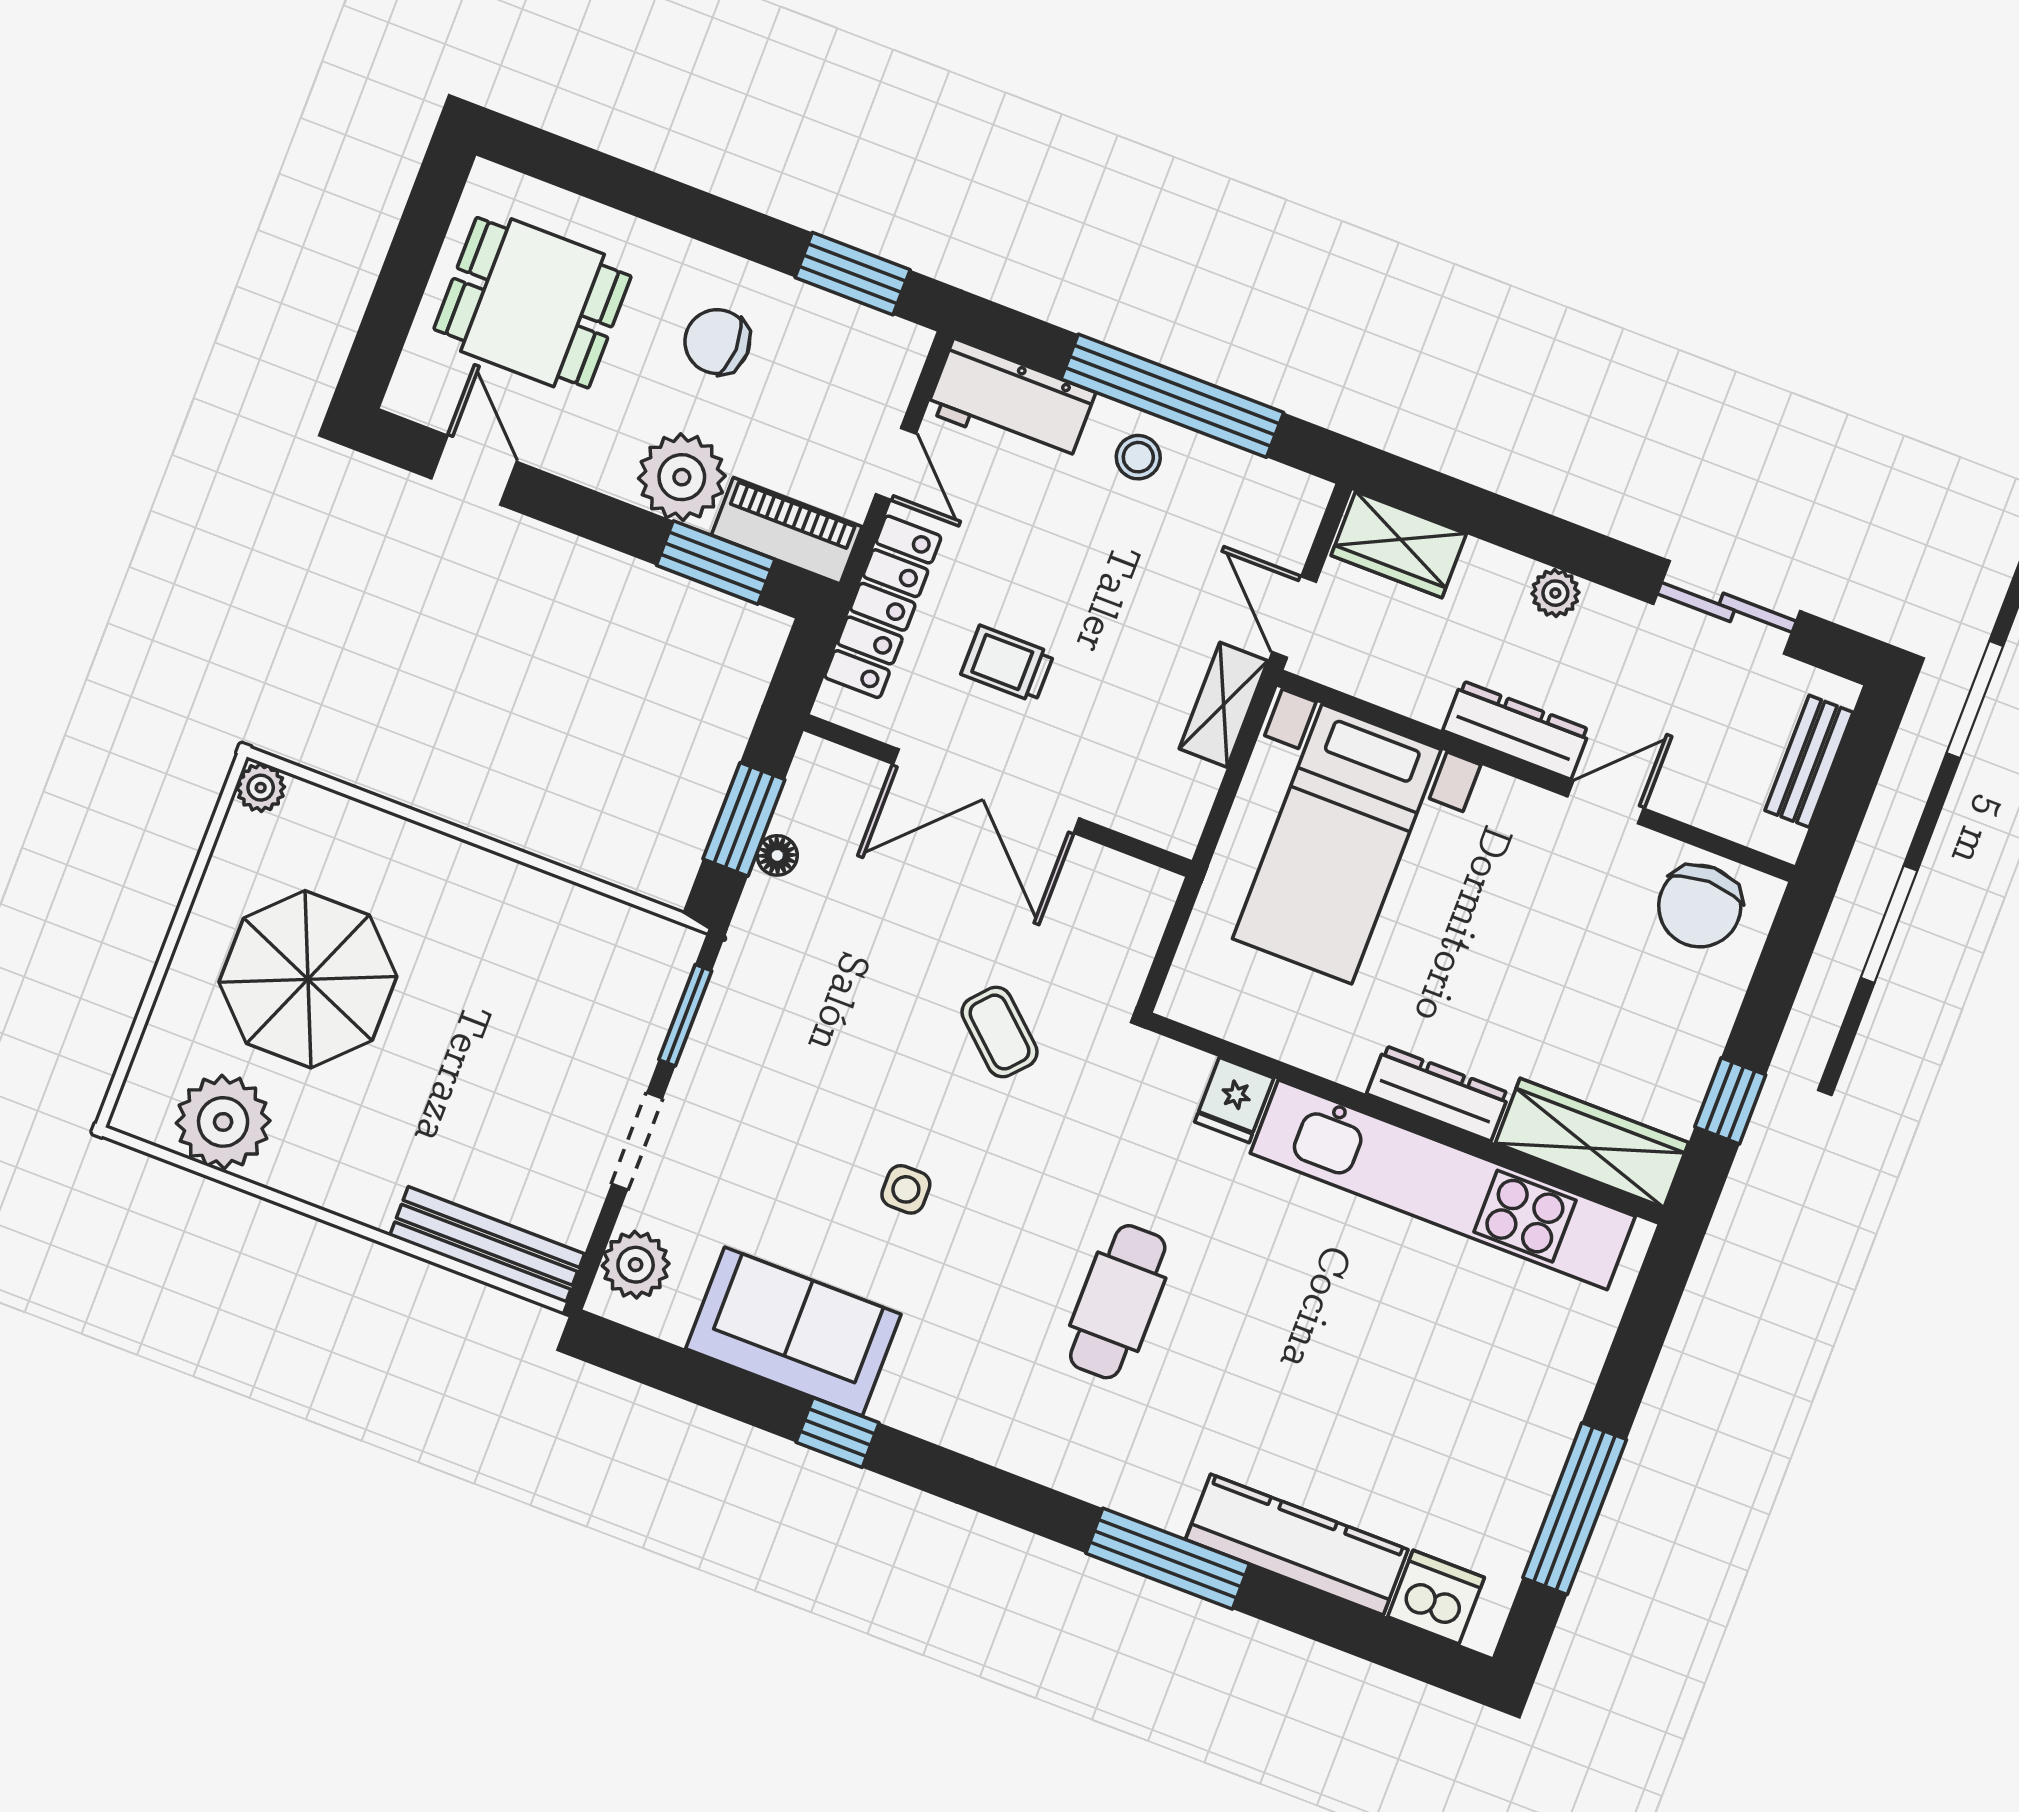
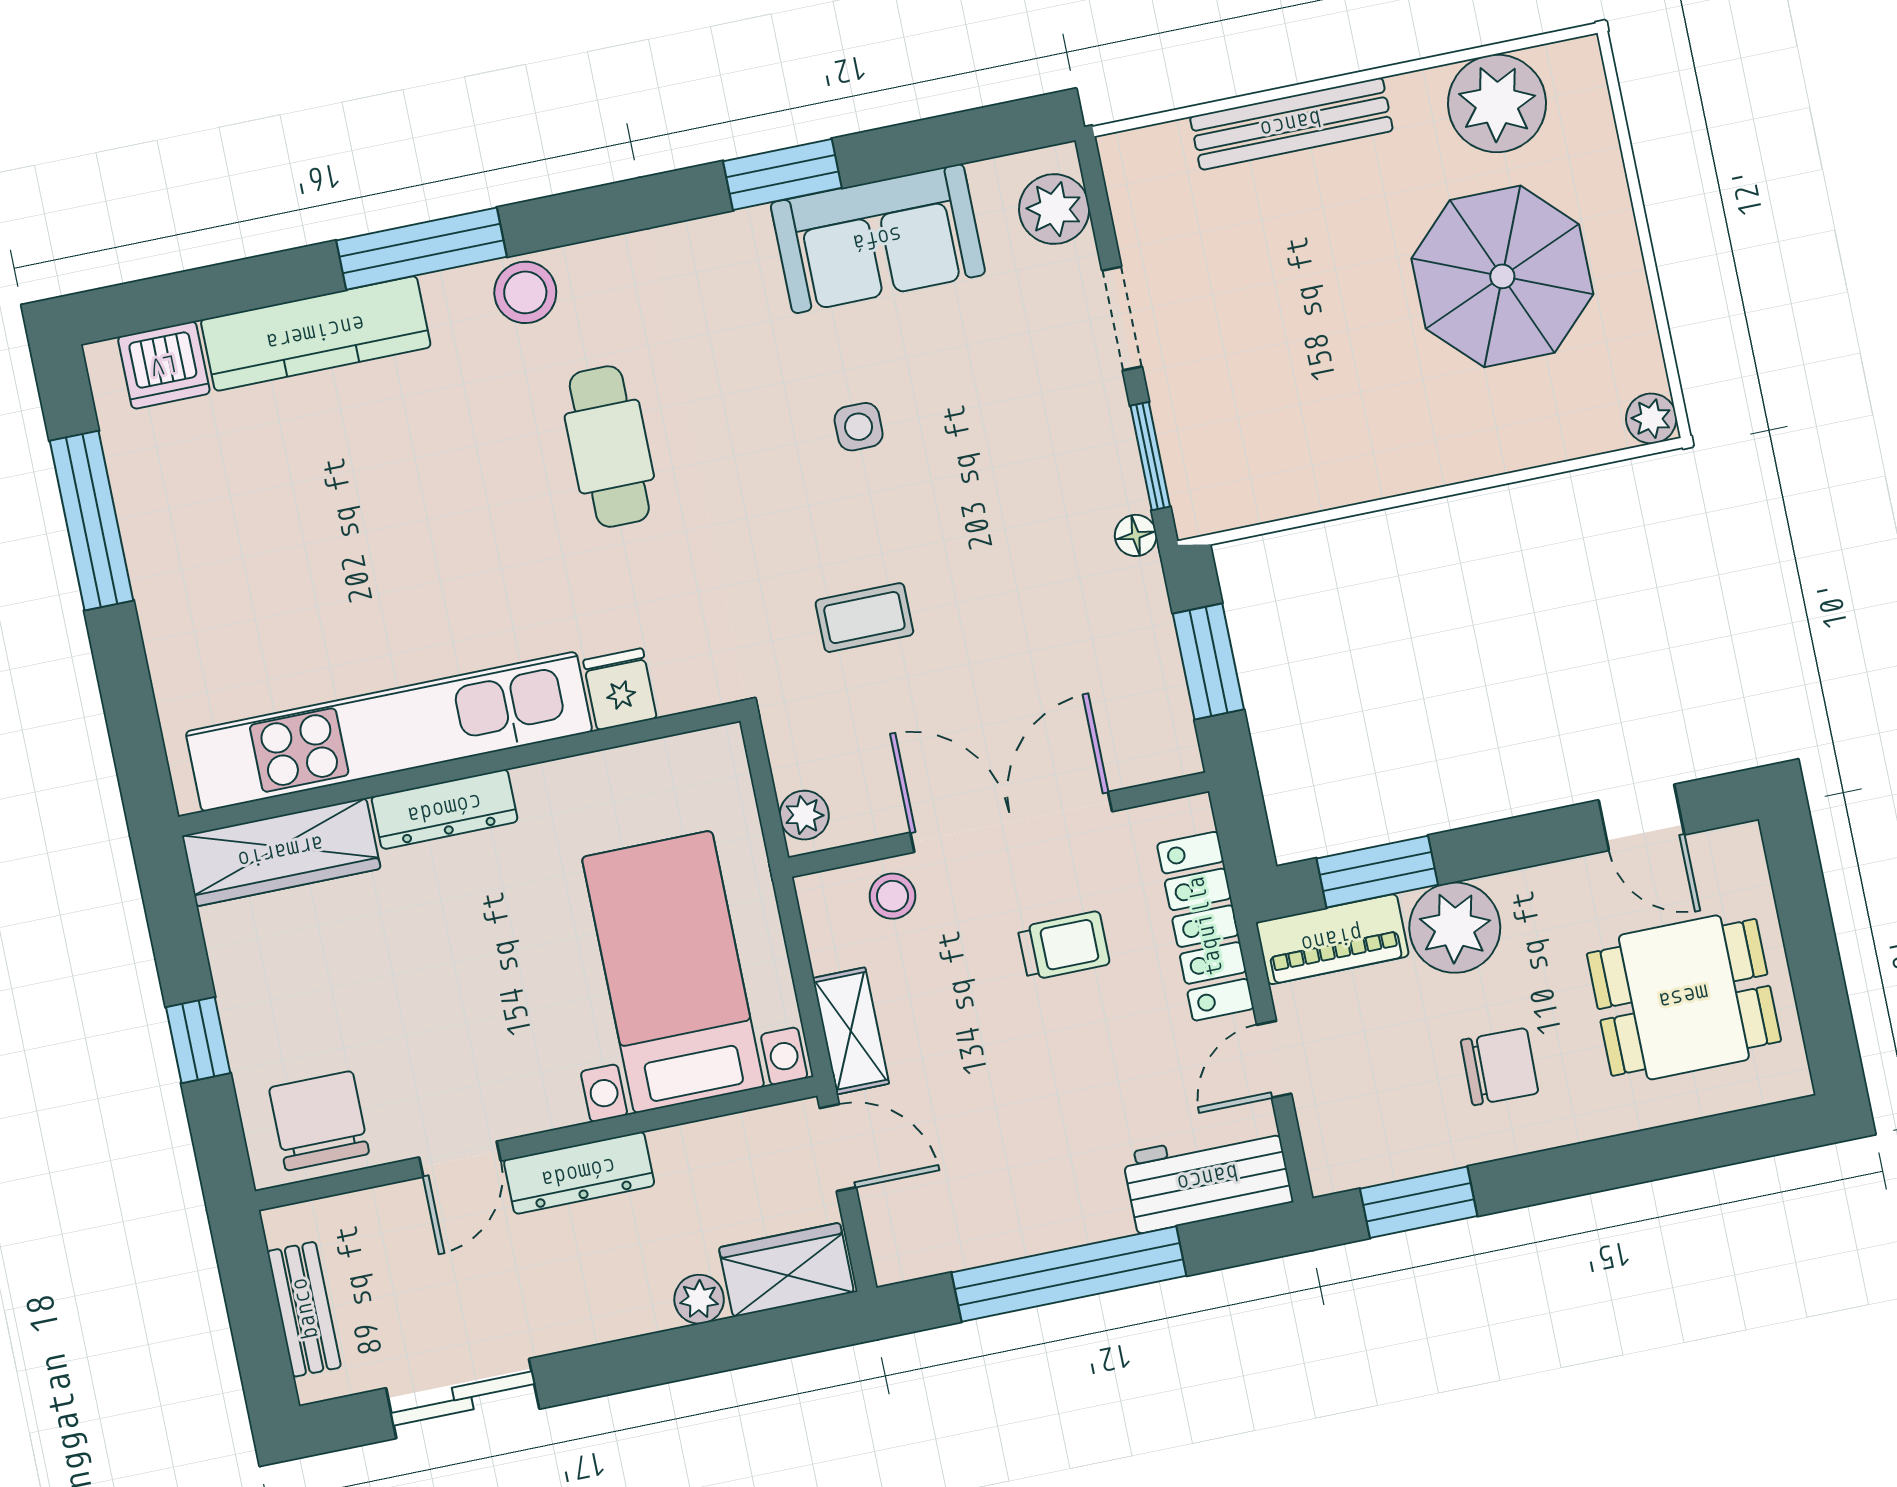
stool: (1138, 457) -> (892, 896), moved
door: (896, 464) -> (1274, 1059), hinge flipped
plant: (1555, 593) -> (699, 1299), moved
floor lamp: (777, 855) -> (1136, 535), moved
plant: (1150, 903) -> (804, 815), added
coffee table: (999, 1032) -> (864, 618), turned -42
window: (1730, 1101) -> (198, 1040), moved
bench: (487, 1245) -> (1291, 124), moved
window: (838, 1433) -> (782, 175), width x1.50
stool: (1106, 1470) -> (525, 292), added

